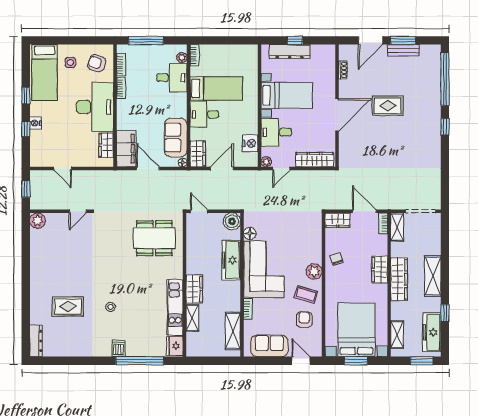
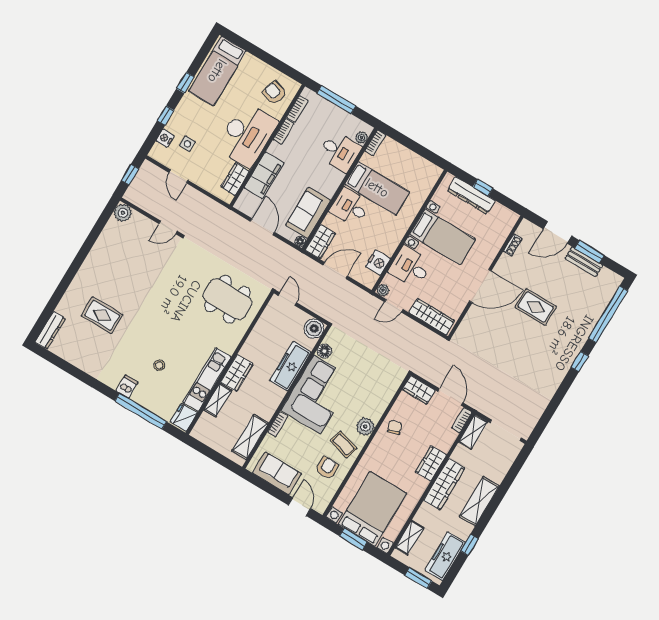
side table: (70, 62) -> (187, 144), moved
nightstand: (35, 123) -> (165, 138), moved
filing cabinet: (126, 149) -> (264, 175), moved
stool: (110, 307) -> (159, 365), moved

